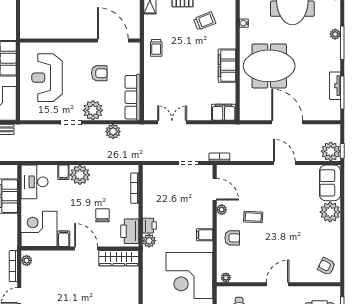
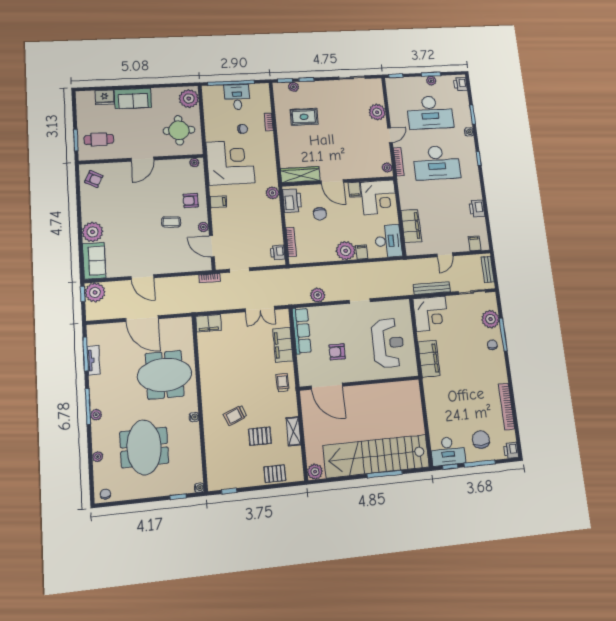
filing cabinet: (227, 66) -> (283, 345), moved, turned 180
plant: (93, 110) -> (340, 314), removed
printer: (149, 226) -> (278, 252), moved

